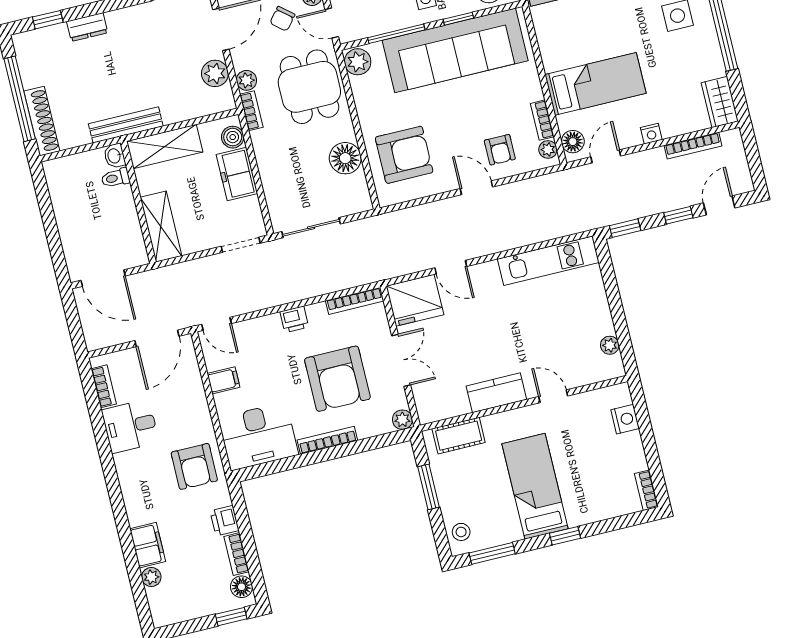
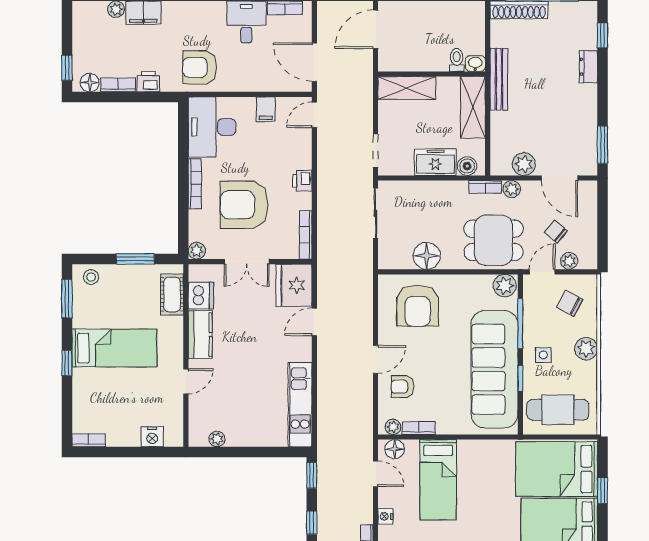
dishwasher: (452, 403) -> (201, 296), added

